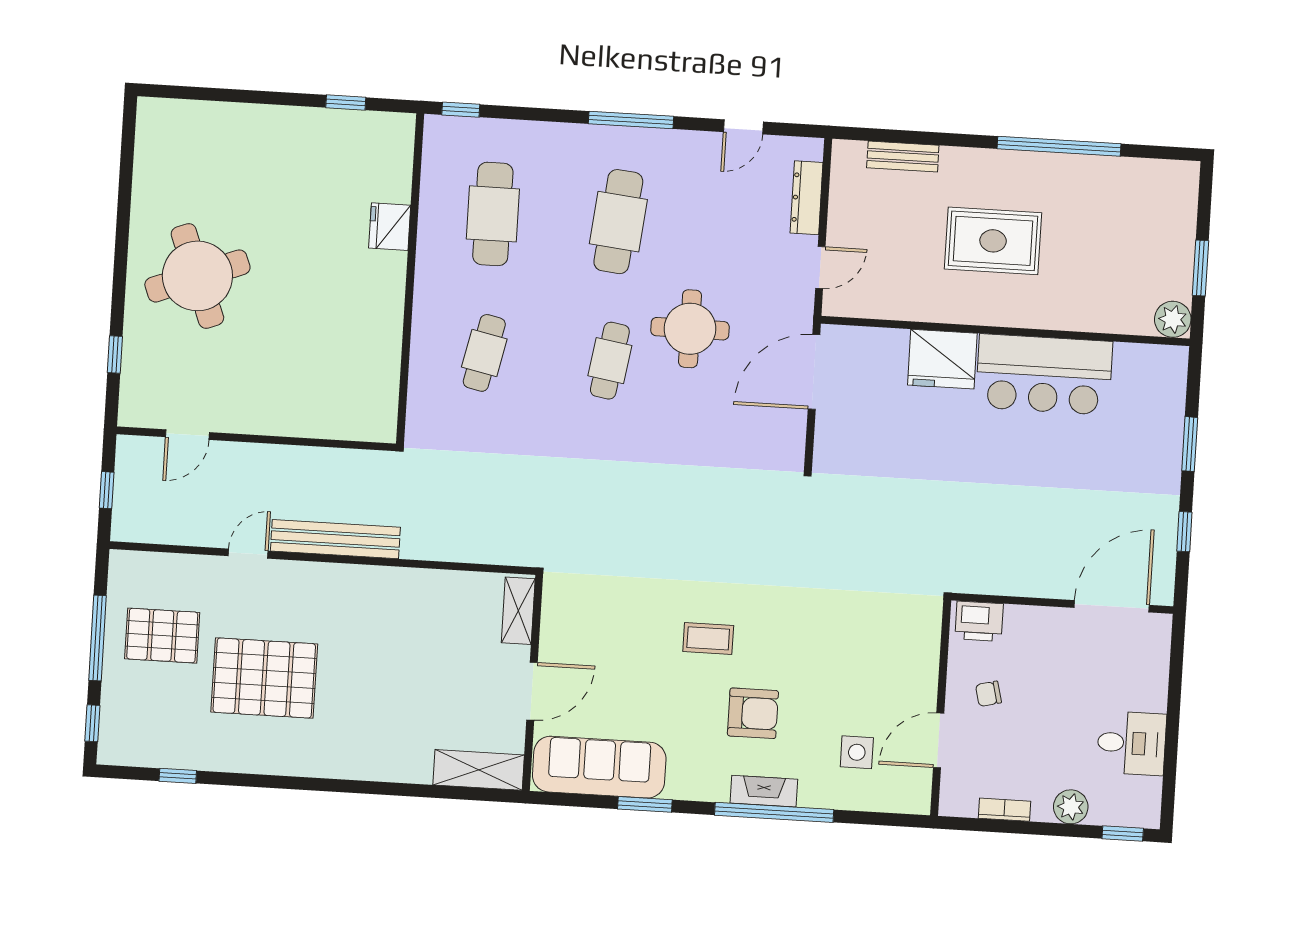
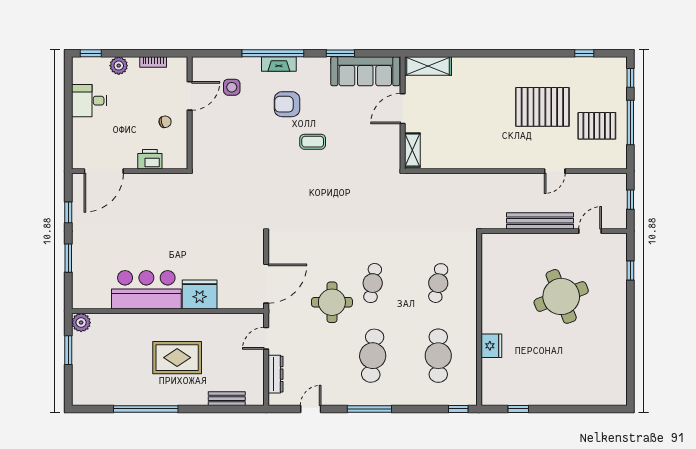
round table: (197, 276) -> (561, 296), moved
bench: (335, 539) -> (540, 221), moved
printer: (979, 621) -> (150, 159), moved

